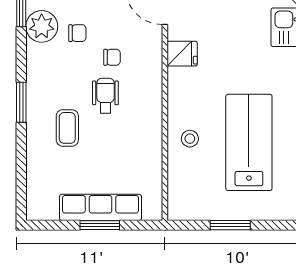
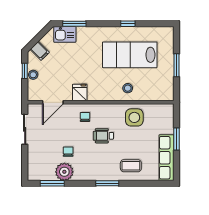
chair: (112, 57) -> (85, 117), moved
coffee table: (67, 128) -> (131, 166), moved
side table: (138, 150) -> (134, 117), added
row of seats: (100, 207) -> (166, 158), moved

